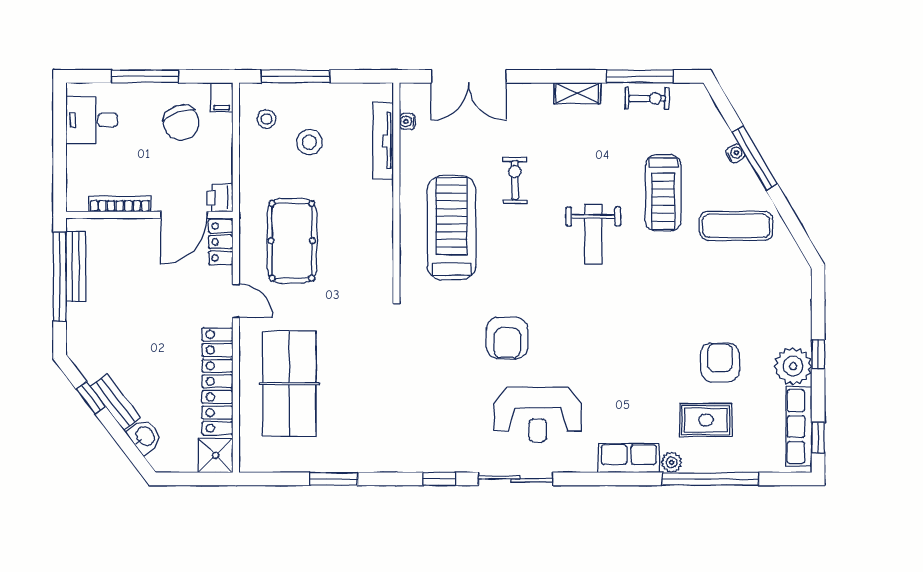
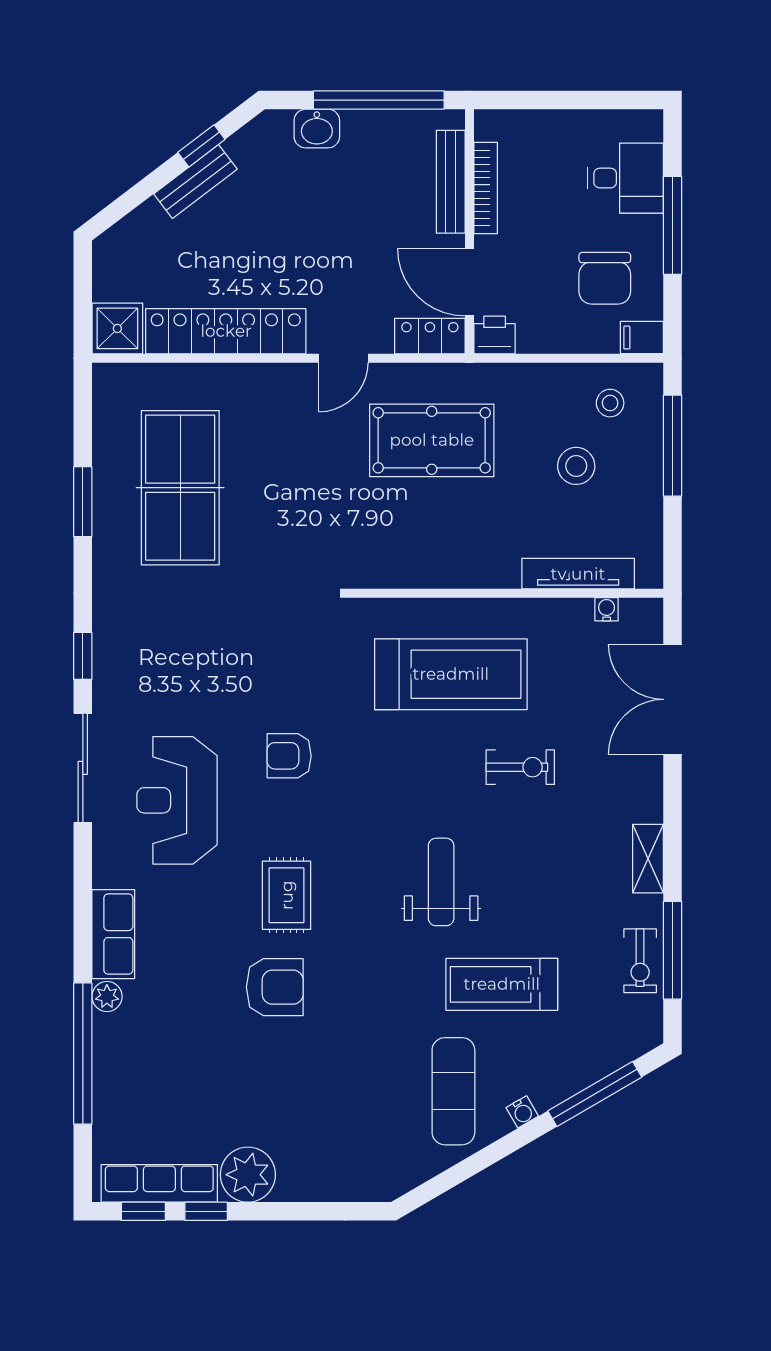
desk: (92, 120) -> (626, 178), moved, turned 90
chair: (181, 123) -> (605, 278), turned -71
water cooler: (735, 153) -> (522, 1112), moved
window: (755, 158) -> (595, 1094), moved
weight bench: (593, 234) -> (441, 882), turned 90
bench: (76, 266) -> (451, 182), moved, turned 90
armchair: (507, 338) -> (289, 756), width x0.72, depth x0.72
window: (818, 355) -> (206, 1211), moved
armchair: (720, 362) -> (275, 987), moved
table tennis table: (289, 384) -> (180, 488), moved, turned 90
rug: (706, 420) -> (287, 895), moved
washbasin: (145, 437) -> (317, 129), moved, turned 37

